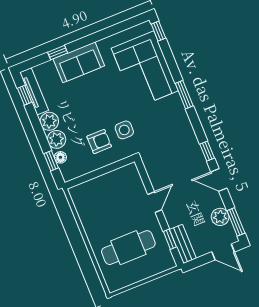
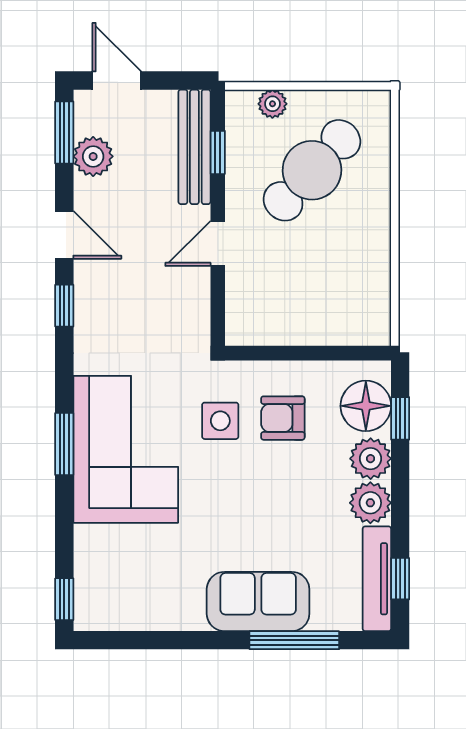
window: (58, 53) -> (294, 640), width x2.17
corner sofa: (145, 69) -> (126, 449), moved
floor lamp: (60, 157) -> (366, 406), width x1.89, depth x1.89
bench: (183, 244) -> (194, 147), width x1.36
cafe table: (128, 248) -> (312, 170), turned -47
plant: (156, 268) -> (272, 104), added

